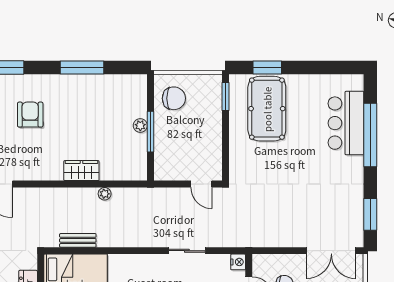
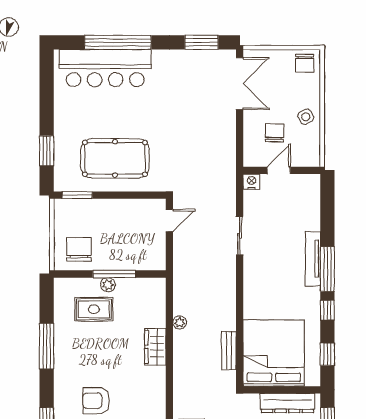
pool table: (267, 109) -> (115, 158), moved
rug: (117, 112) -> (94, 309), added
bar counter: (346, 123) -> (105, 68), width x1.36

